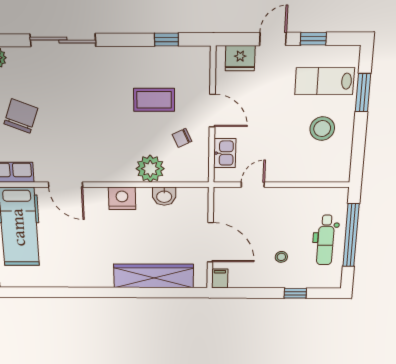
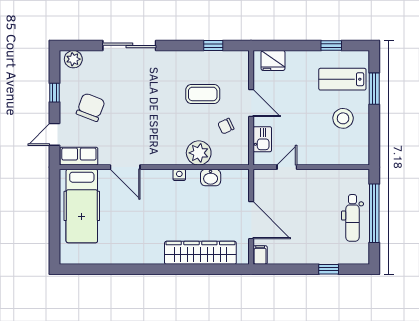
door: (273, 39) -> (299, 45), removed
nightstand: (122, 198) -> (179, 175), width x0.53, depth x0.56
stool: (281, 257) -> (314, 234), removed

